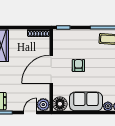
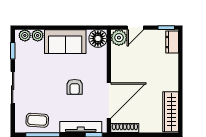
tv unit: (74, 34) -> (81, 127), added
door: (51, 69) -> (109, 100), moved

